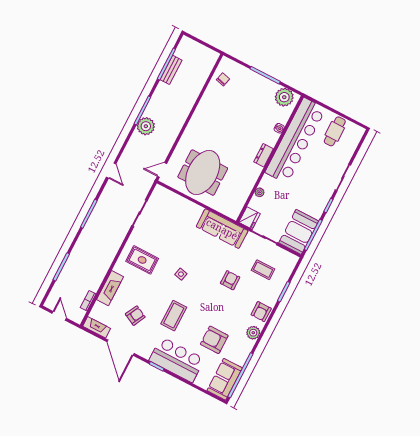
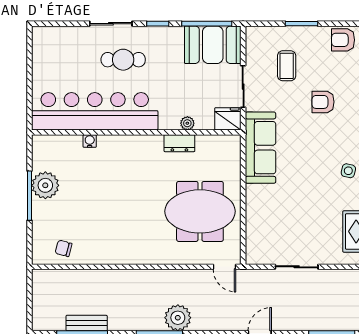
plant: (284, 97) -> (45, 185), moved
cafe table: (335, 131) -> (123, 60), moved
dresser: (264, 155) -> (179, 143), moved
armchair: (261, 312) -> (343, 40), turned 180

